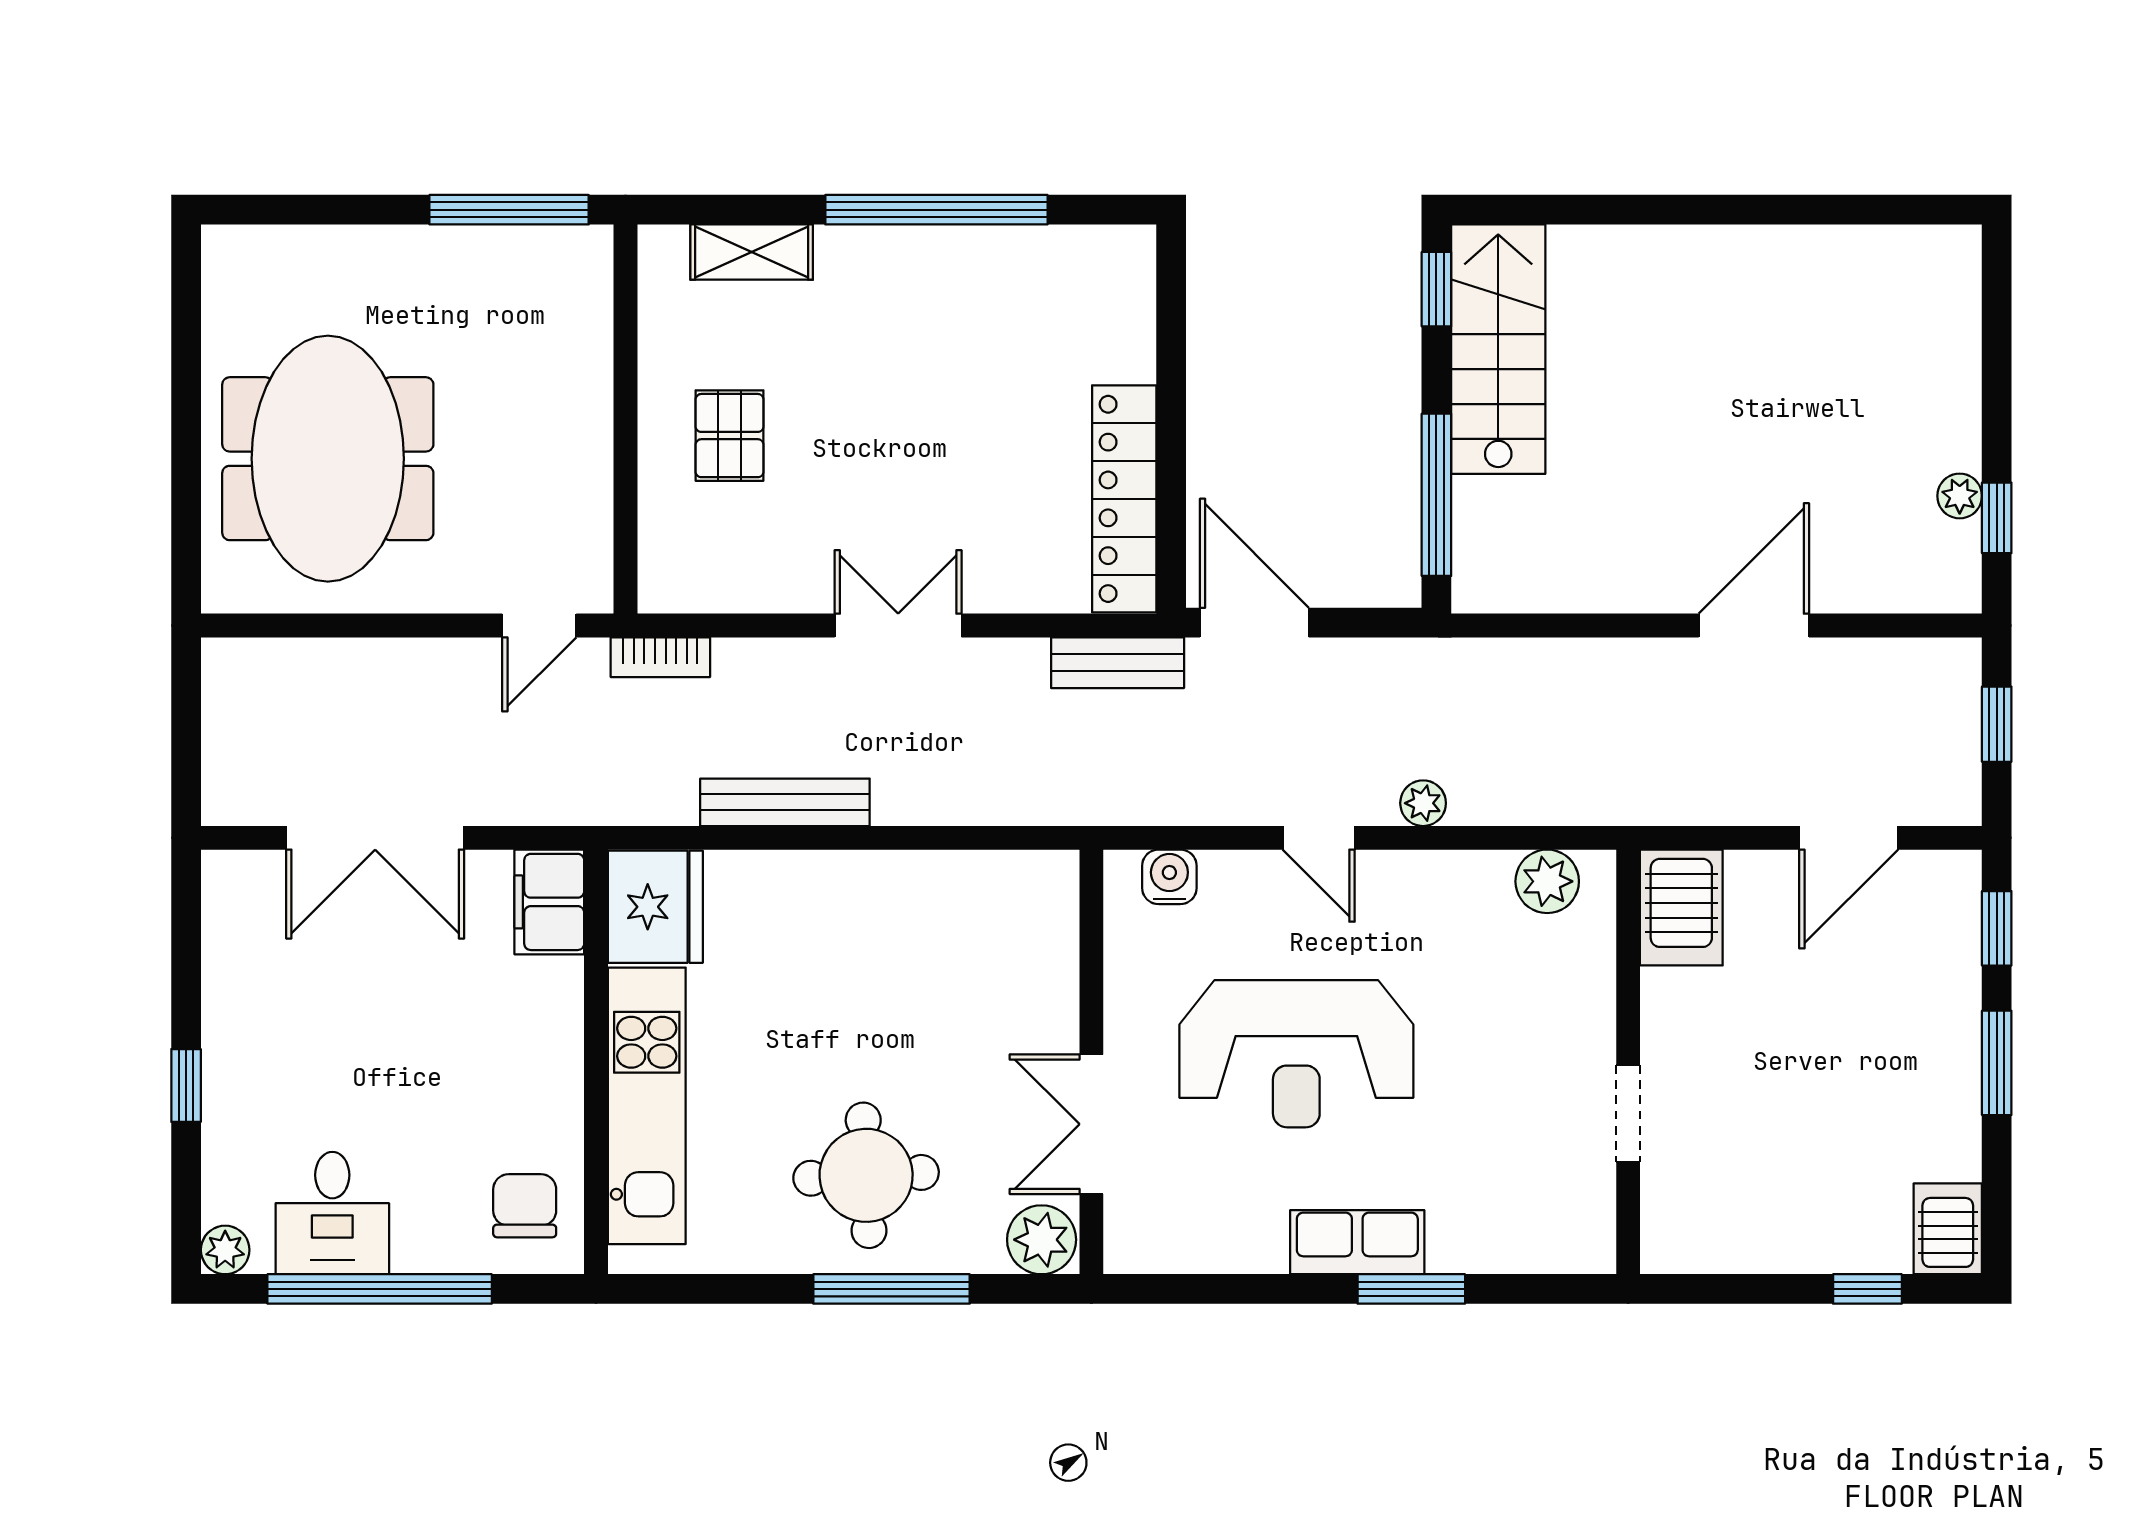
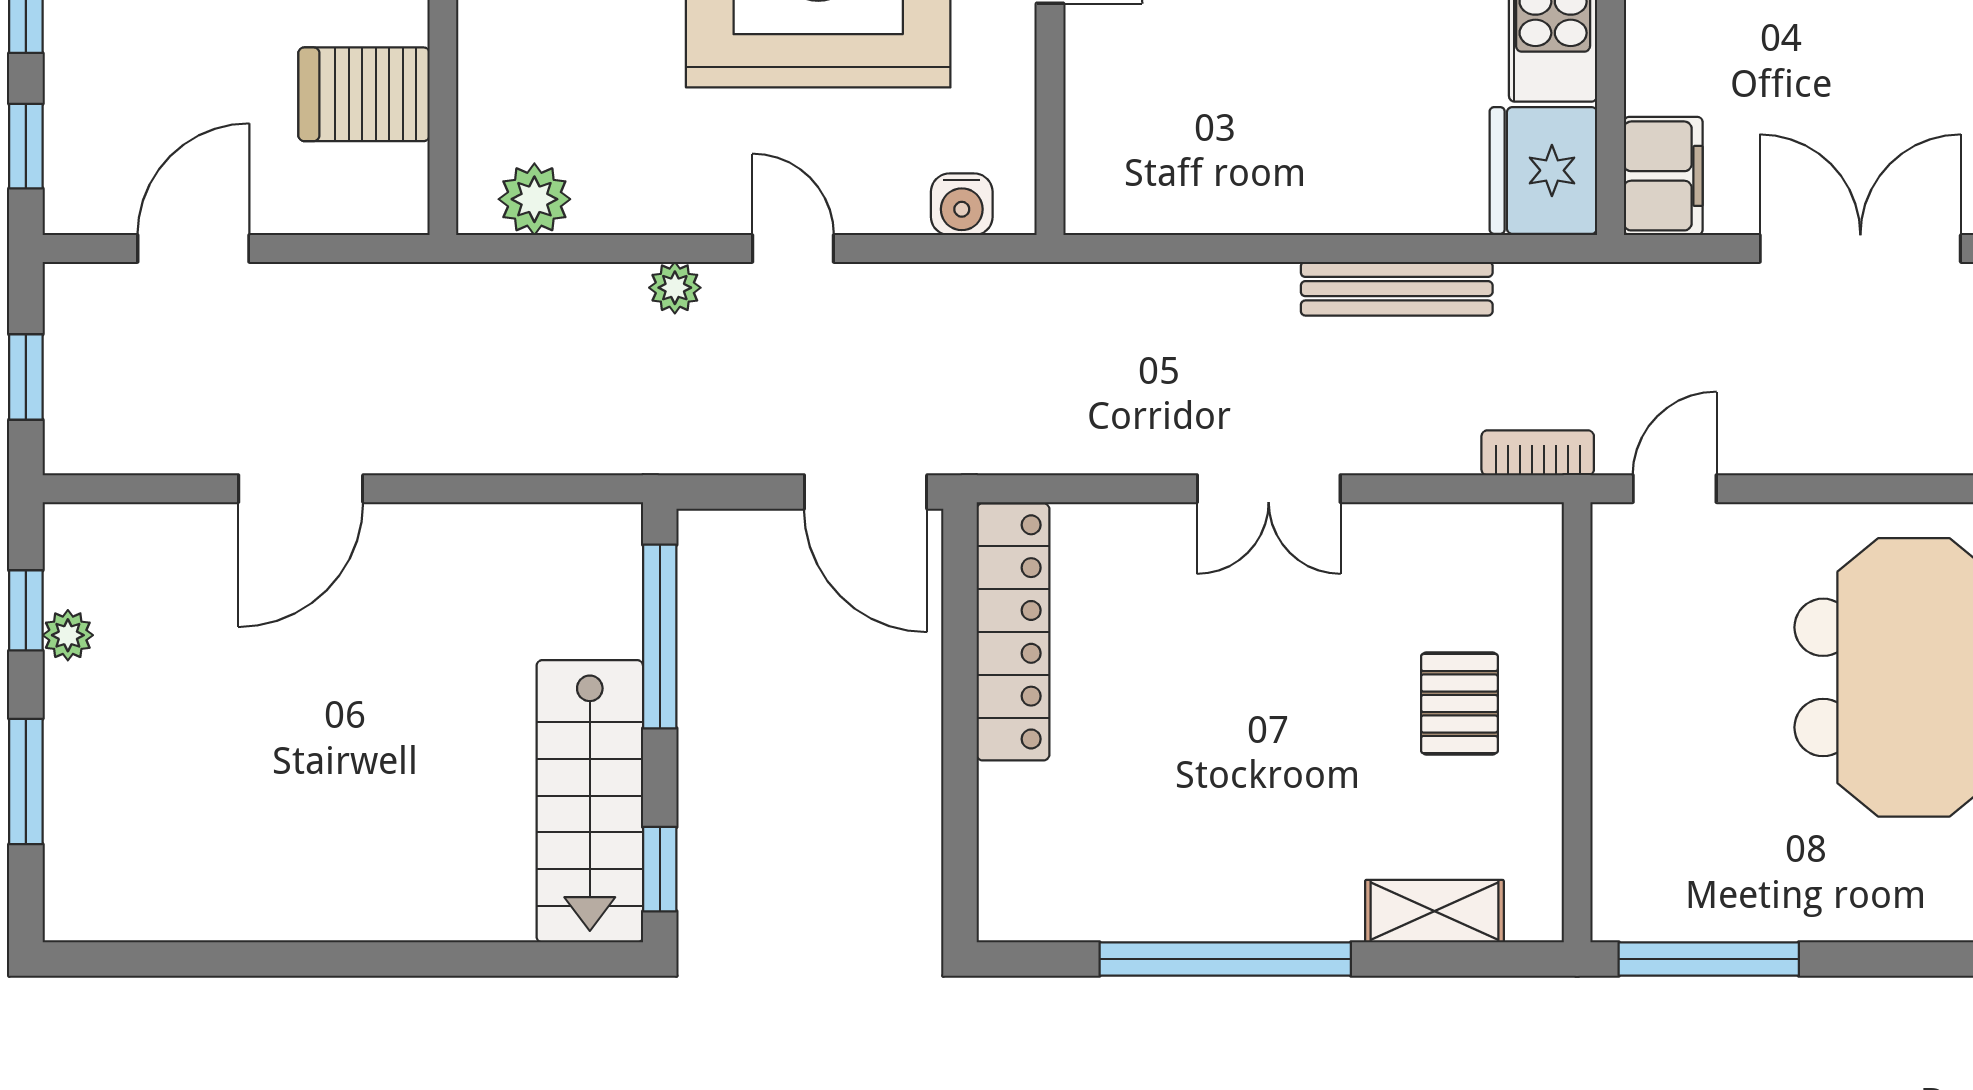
window: (1997, 367) -> (26, 781), added
bench: (1118, 663) -> (1020, 447), removed
server rack: (1681, 908) -> (364, 94), moved, turned -90

